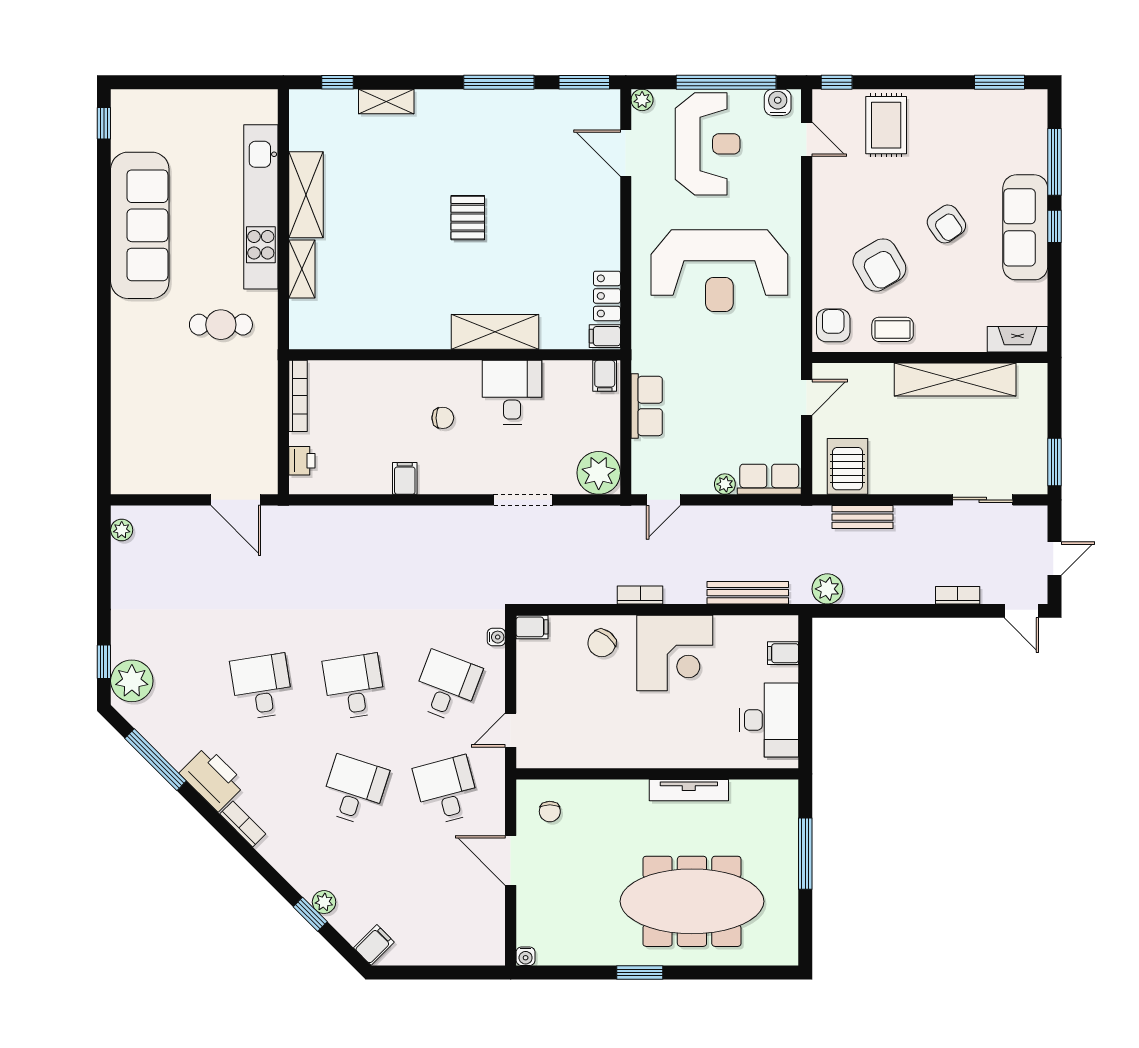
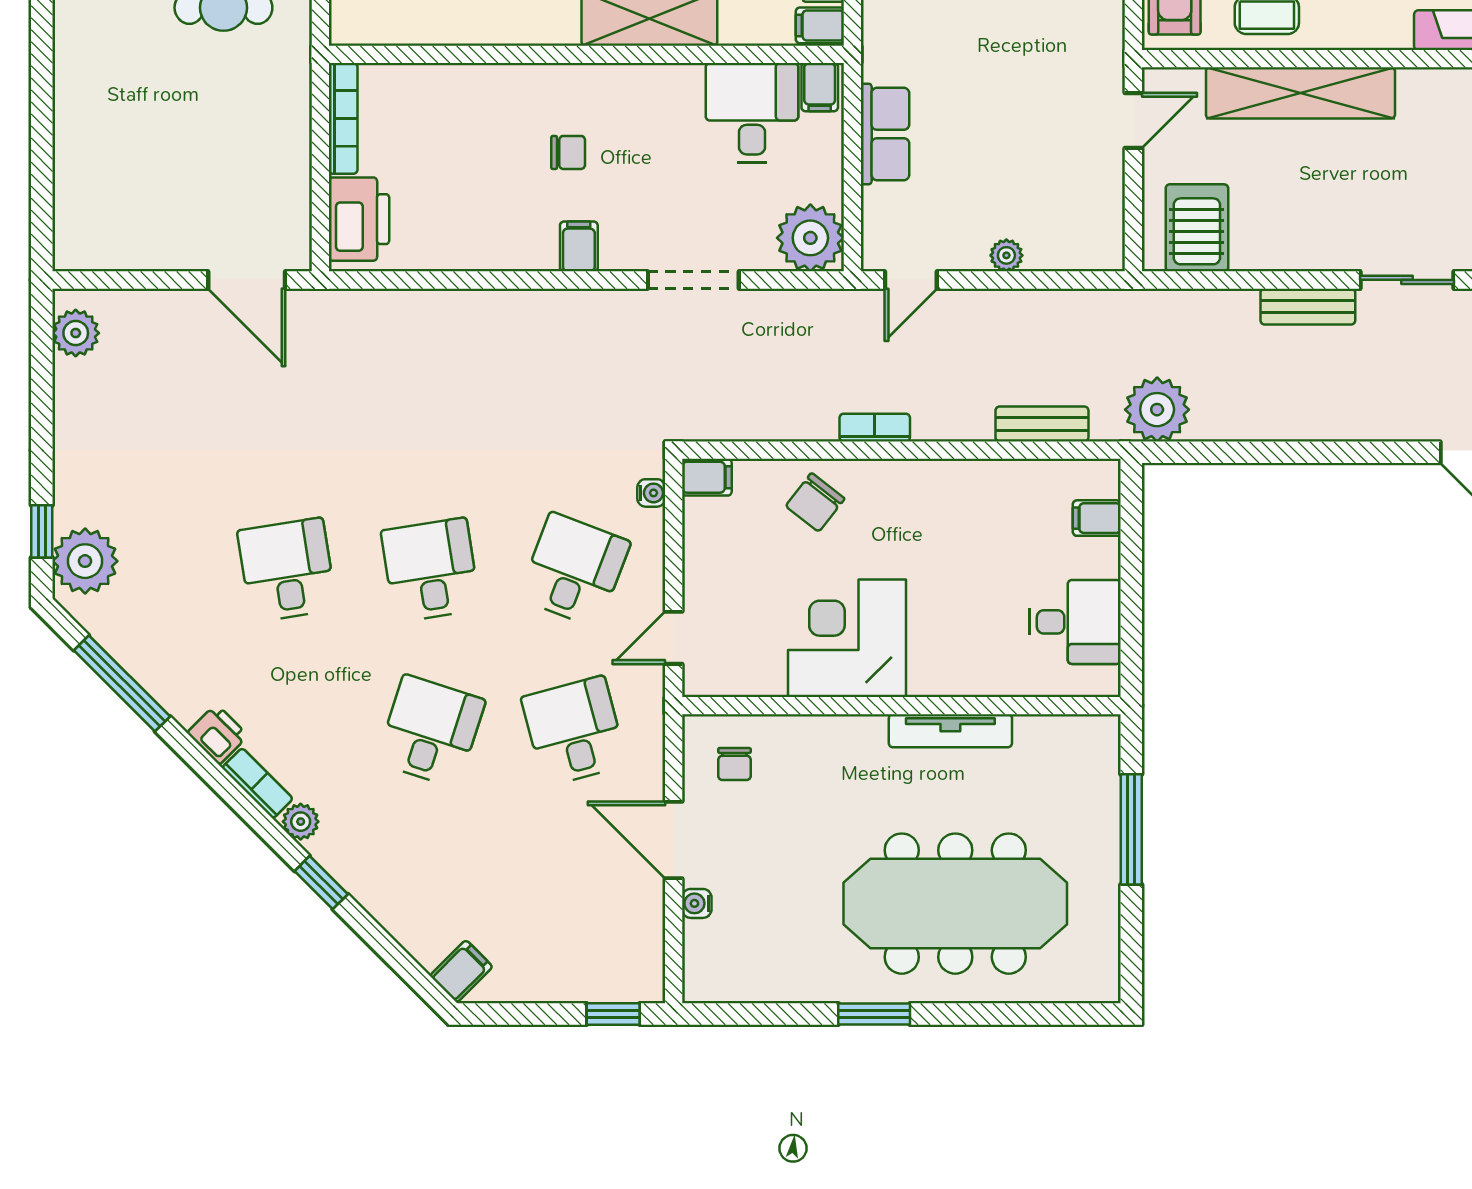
shelving: (955, 380) -> (1300, 93), moved
desk: (512, 392) -> (752, 113), moved
printer: (302, 461) -> (359, 219), width x1.87, depth x1.48
filing cabinet: (405, 478) -> (579, 246), moved
row of seats: (769, 479) -> (1075, 248), removed
bench: (862, 517) -> (1308, 307), moved
plant: (122, 530) -> (76, 333), width x1.38, depth x1.38
plant: (827, 589) -> (1157, 410), width x1.36, depth x1.36
bench: (748, 593) -> (1042, 424), width x0.73
bookcase: (958, 595) -> (1368, 428), removed
corner desk: (675, 653) -> (847, 638), moved, turned 180
desk: (769, 720) -> (1075, 622), width x0.73
printer: (213, 779) -> (218, 734), width x0.53, depth x0.68
plant: (324, 902) -> (301, 822), moved
window: (310, 914) -> (321, 883), moved
water cooler: (526, 956) -> (697, 903), moved, turned 90
window: (472, 972) -> (613, 1014), added

